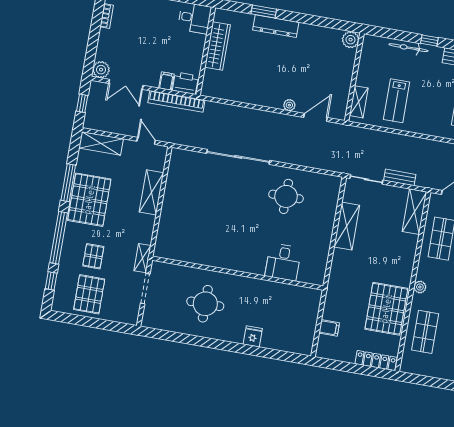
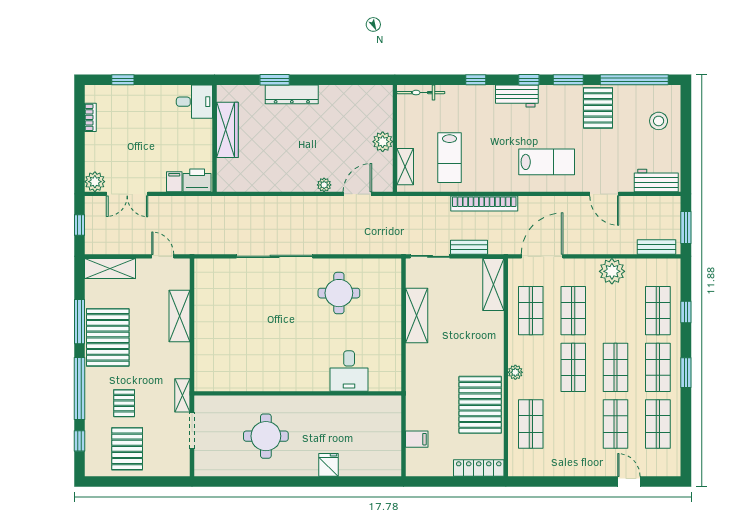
plant: (351, 40) -> (383, 142), moved
bicycle: (408, 48) -> (421, 93), moved
bookcase: (176, 101) -> (484, 204), moved

